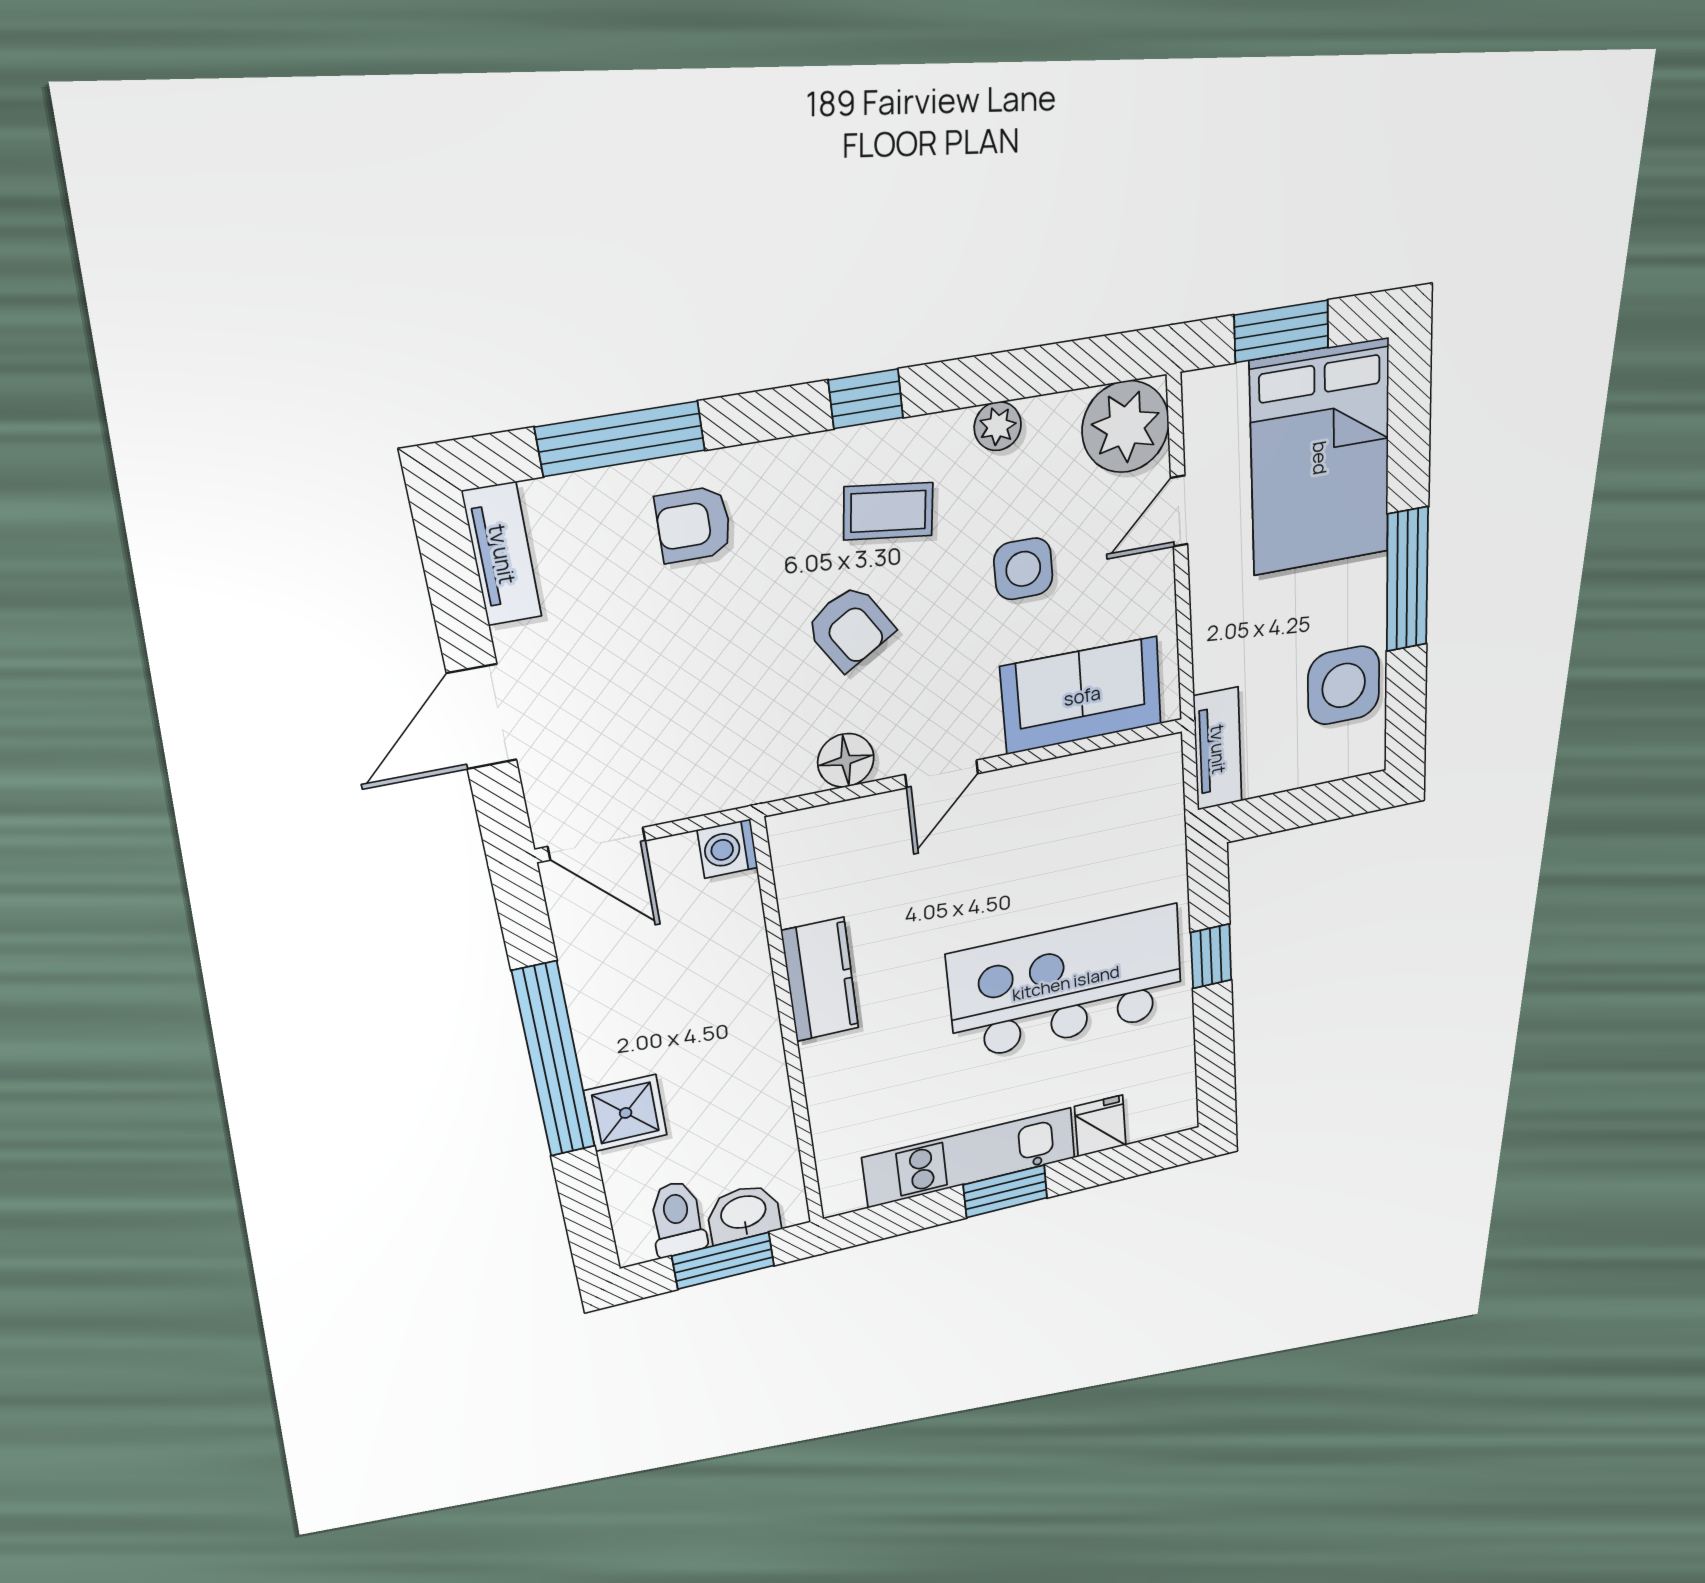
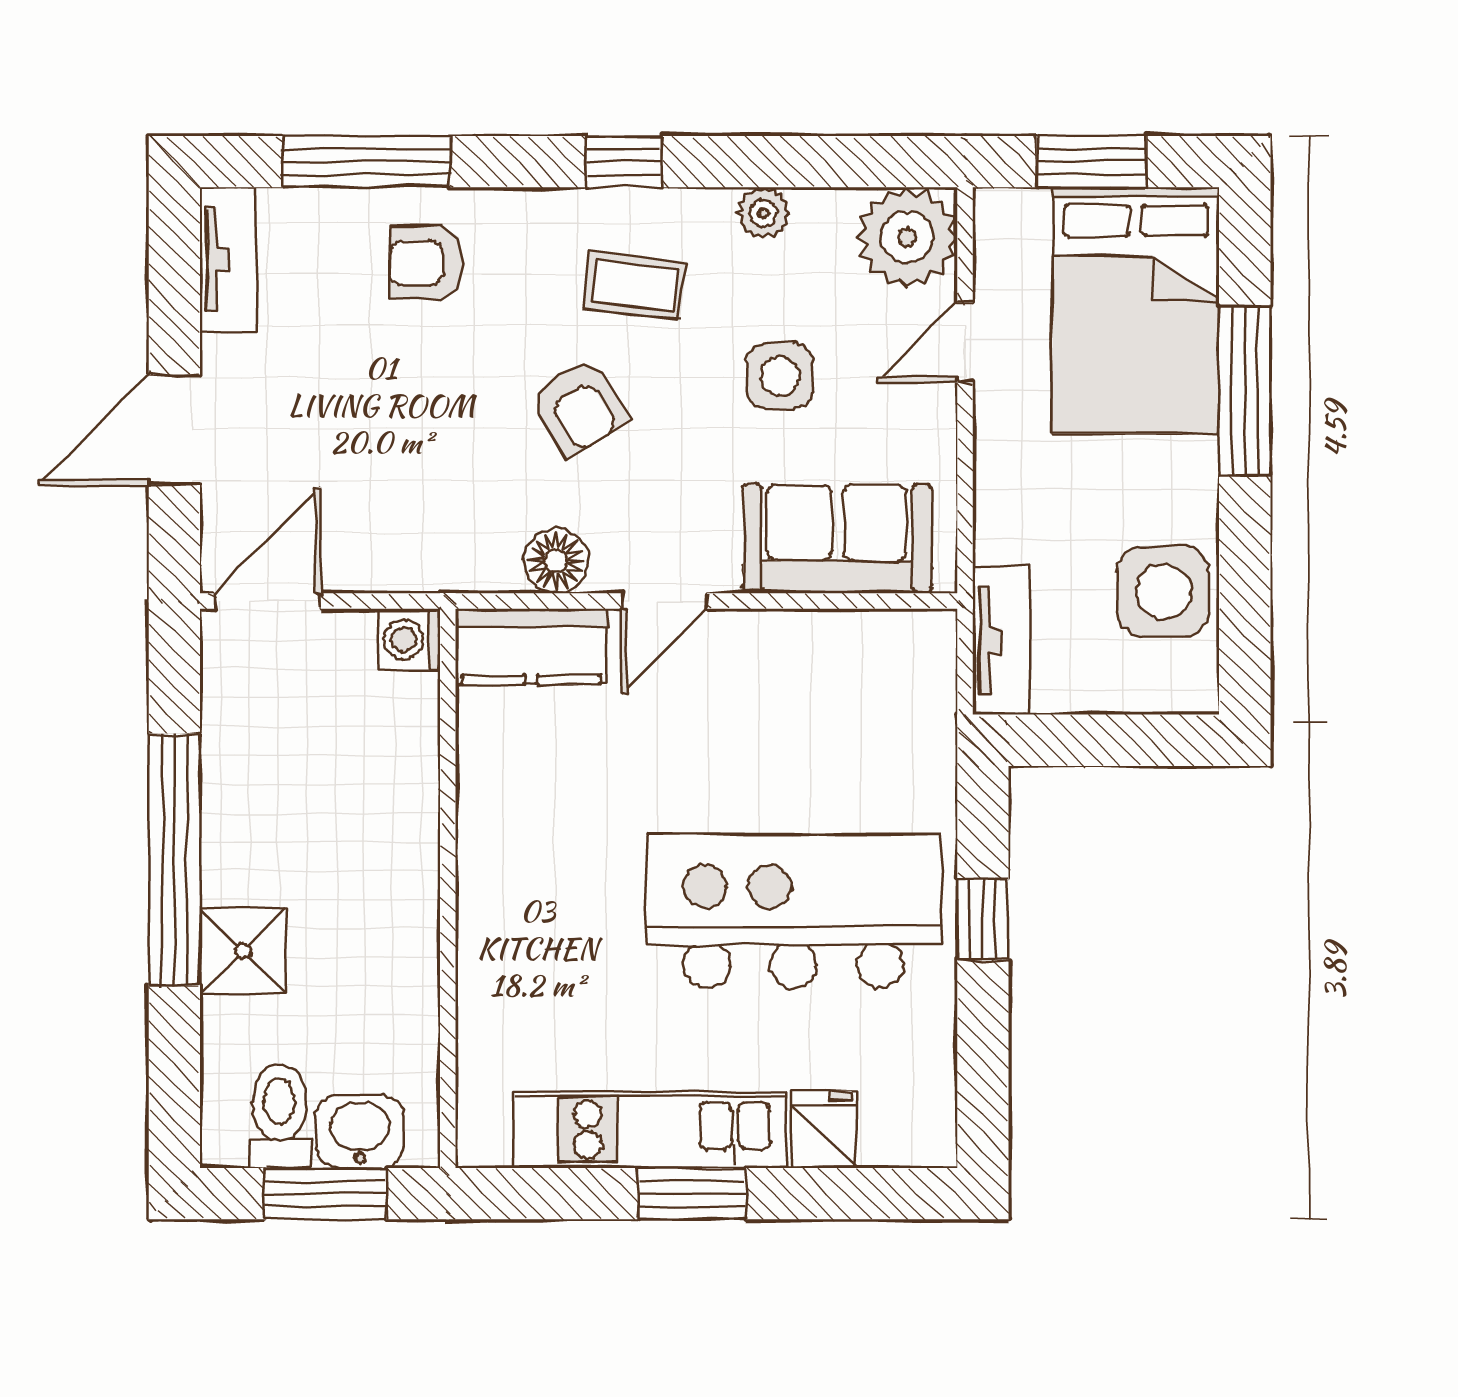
window: (1407, 580) -> (1245, 391), moved
door: (597, 844) -> (268, 601), swing flipped
kitchen counter: (820, 980) -> (531, 646), moved, turned 90

